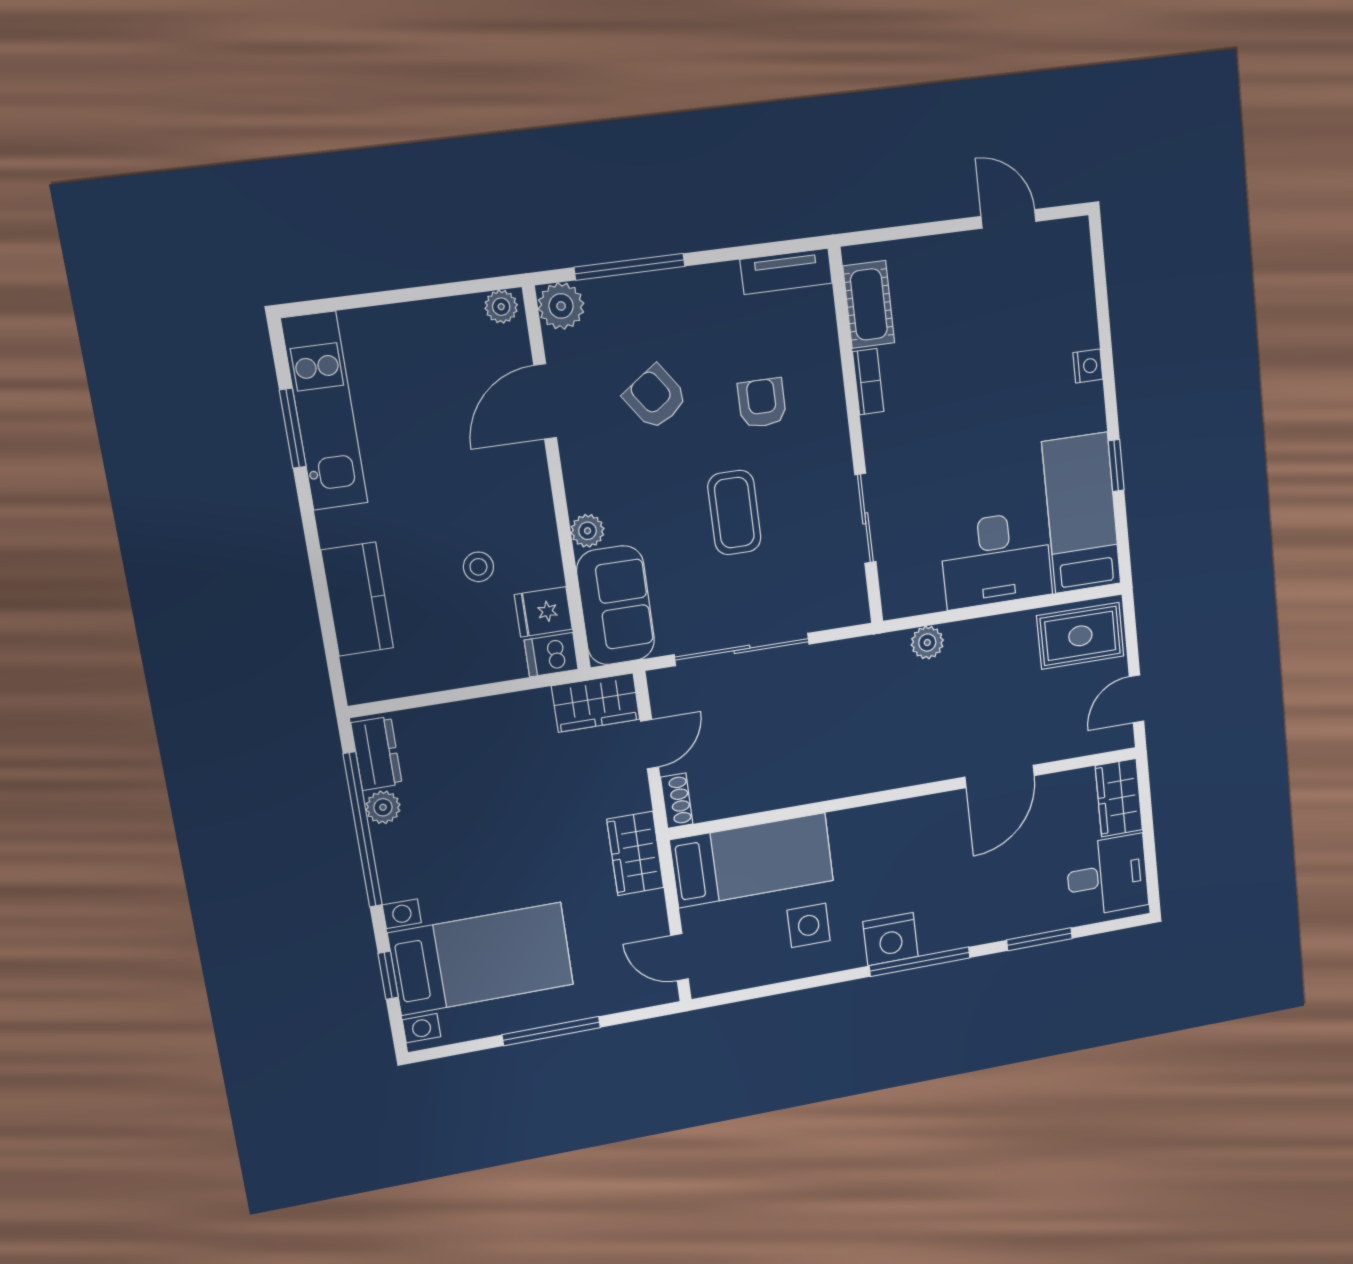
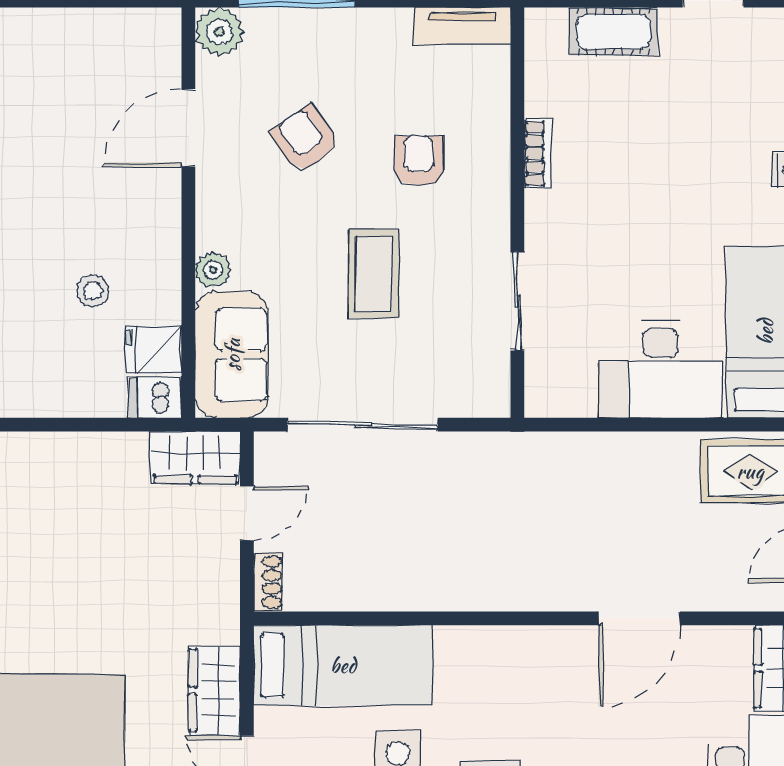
cot: (869, 304) -> (614, 31), moved, turned 90
plant: (501, 307) -> (158, 25), removed
plant: (927, 643) -> (572, 450), removed
wardrobe: (635, 853) -> (214, 690), moved

